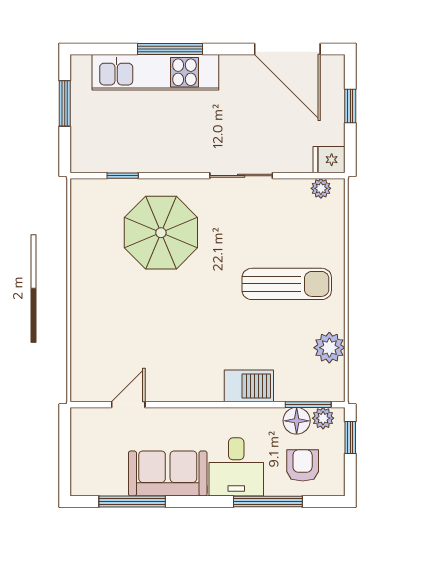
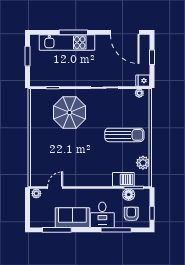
barbecue: (249, 386) -> (123, 179), moved
plant: (323, 418) -> (36, 193), moved
window: (350, 438) -> (152, 213), moved

